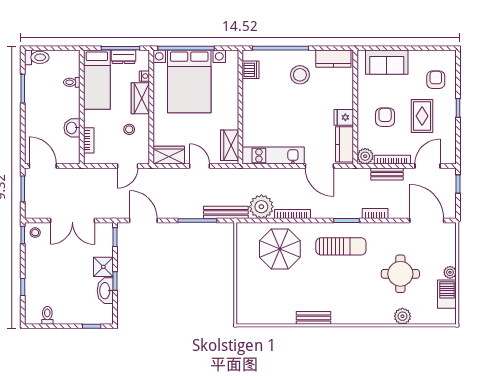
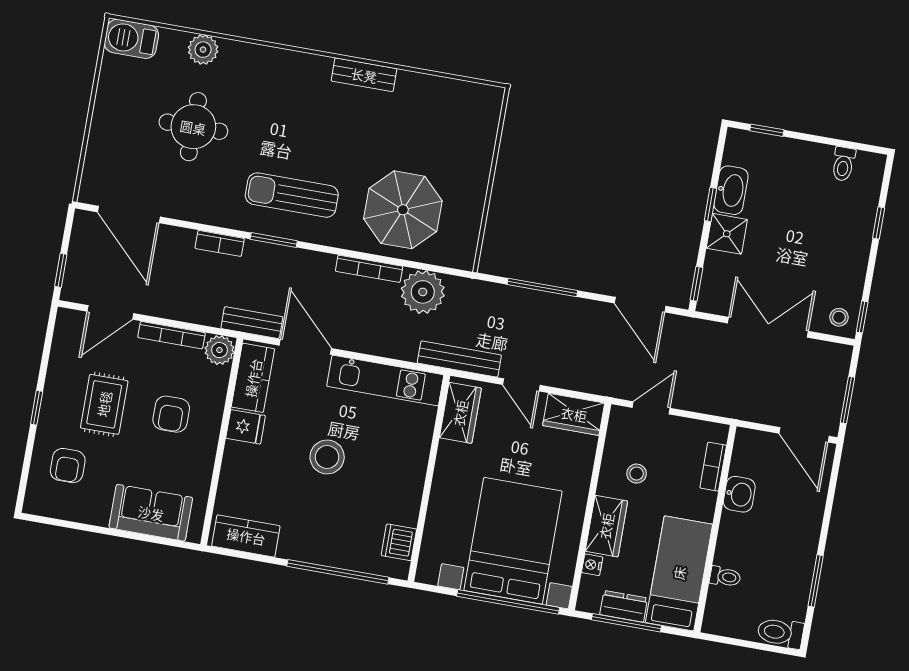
stool: (300, 75) -> (327, 457), moved
bench: (387, 174) -> (252, 323), moved
bench: (226, 212) -> (459, 359), moved
plant: (450, 272) -> (103, 114), removed
barbecue: (447, 294) -> (131, 39), moved, turned 90

